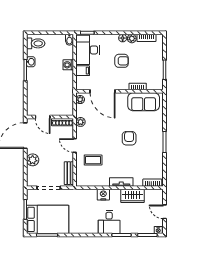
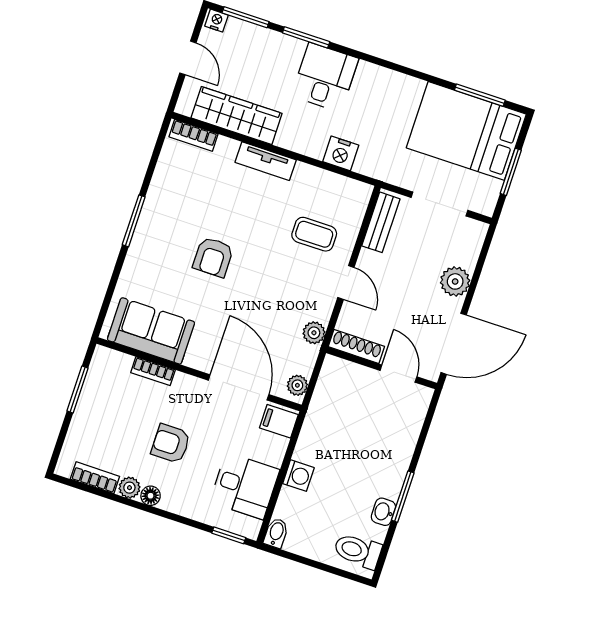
desk: (88, 50) -> (245, 486), width x0.73
filing cabinet: (83, 71) -> (279, 421), moved
nightstand: (103, 195) -> (341, 153), moved
wardrobe: (132, 196) -> (237, 116), width x1.50

